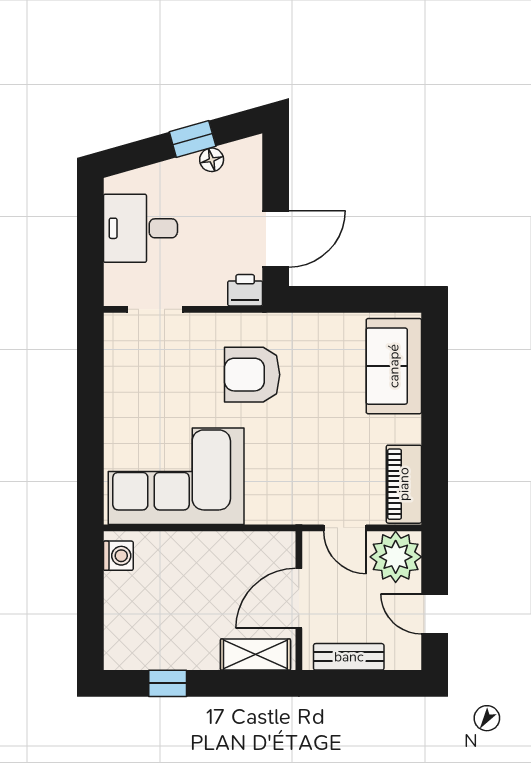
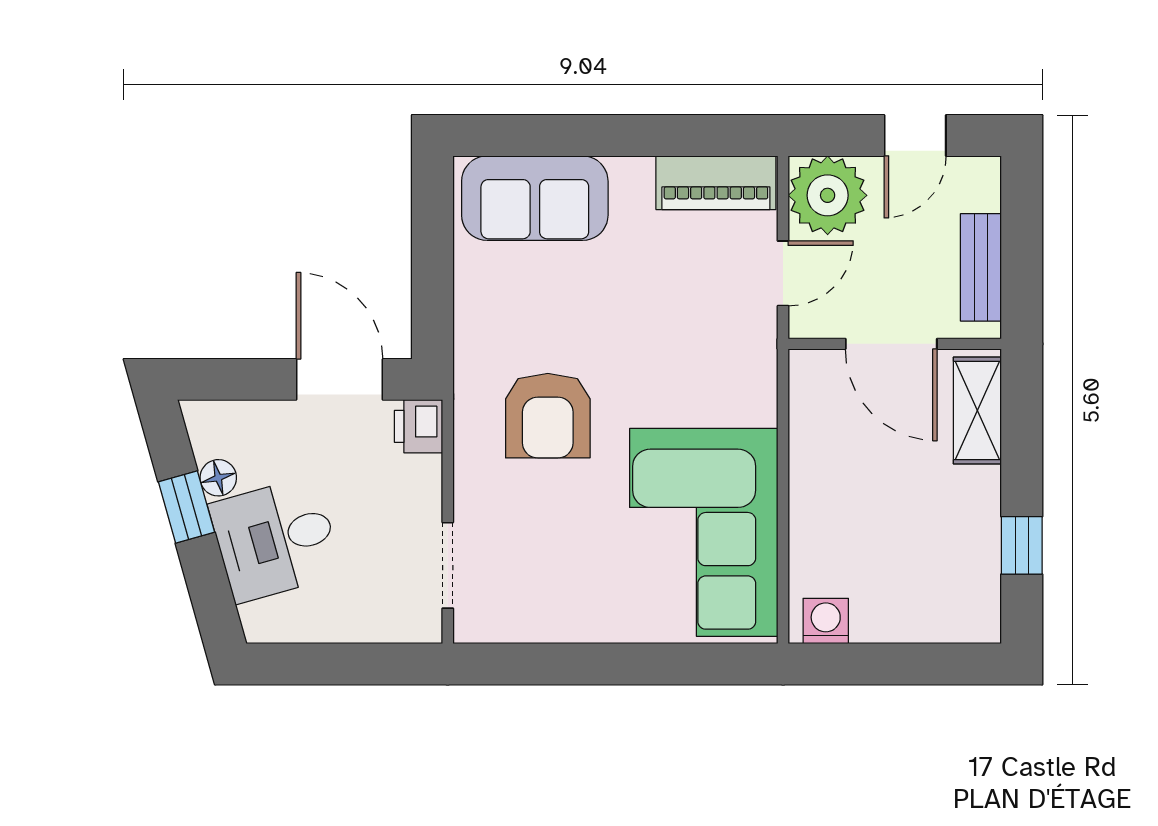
desk: (140, 228) -> (275, 539), moved, turned 74

